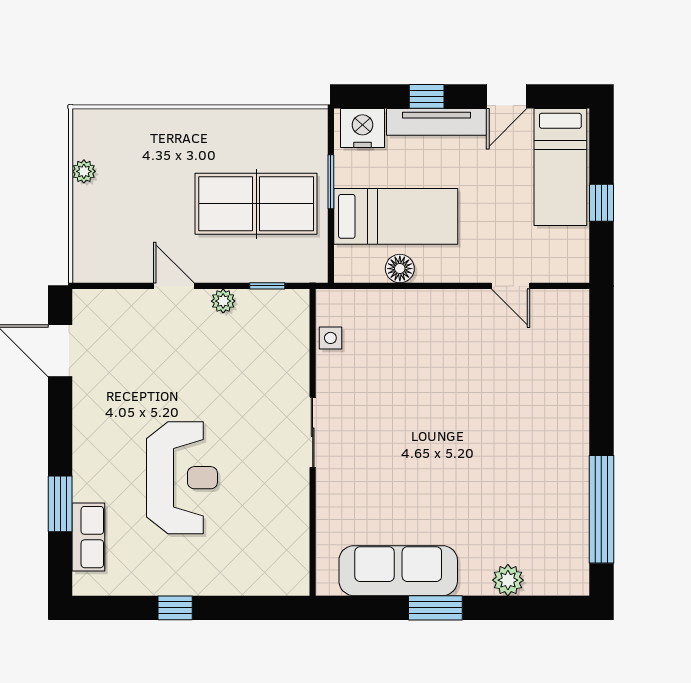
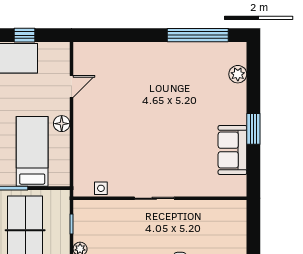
floor lamp: (400, 269) -> (62, 124), moved
sofa: (398, 571) -> (232, 150), width x0.73
plant: (508, 580) -> (238, 74), moved

